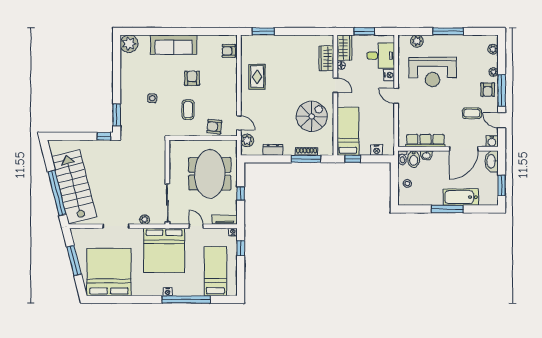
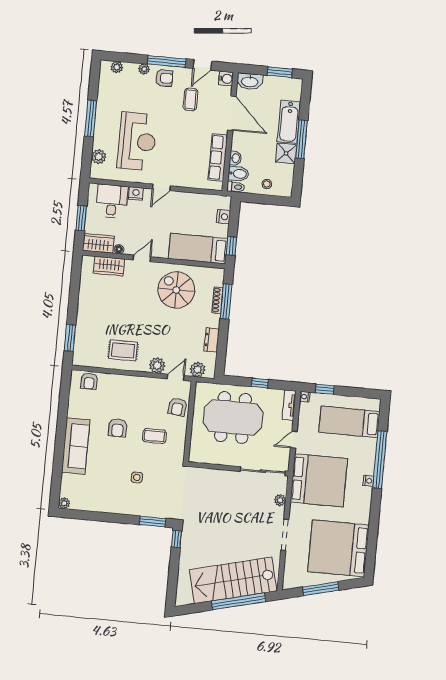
plant: (129, 44) -> (64, 503), width x0.53, depth x0.53
armchair: (192, 78) -> (118, 428), turned -90
plant: (247, 106) -> (157, 365), added
shower: (434, 197) -> (286, 153), added

